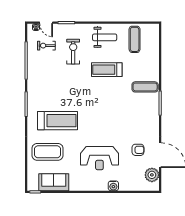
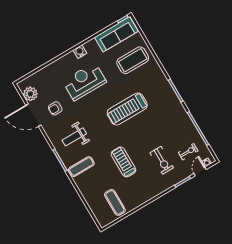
door: (46, 23) -> (200, 171), hinge flipped
weight bench: (105, 37) -> (74, 137), moved
treadmill: (107, 70) -> (123, 162), turned -90
treadmill: (58, 121) -> (127, 109), moved
sofa: (54, 182) -> (116, 34), width x1.36
water cooler: (113, 186) -> (80, 52), moved

